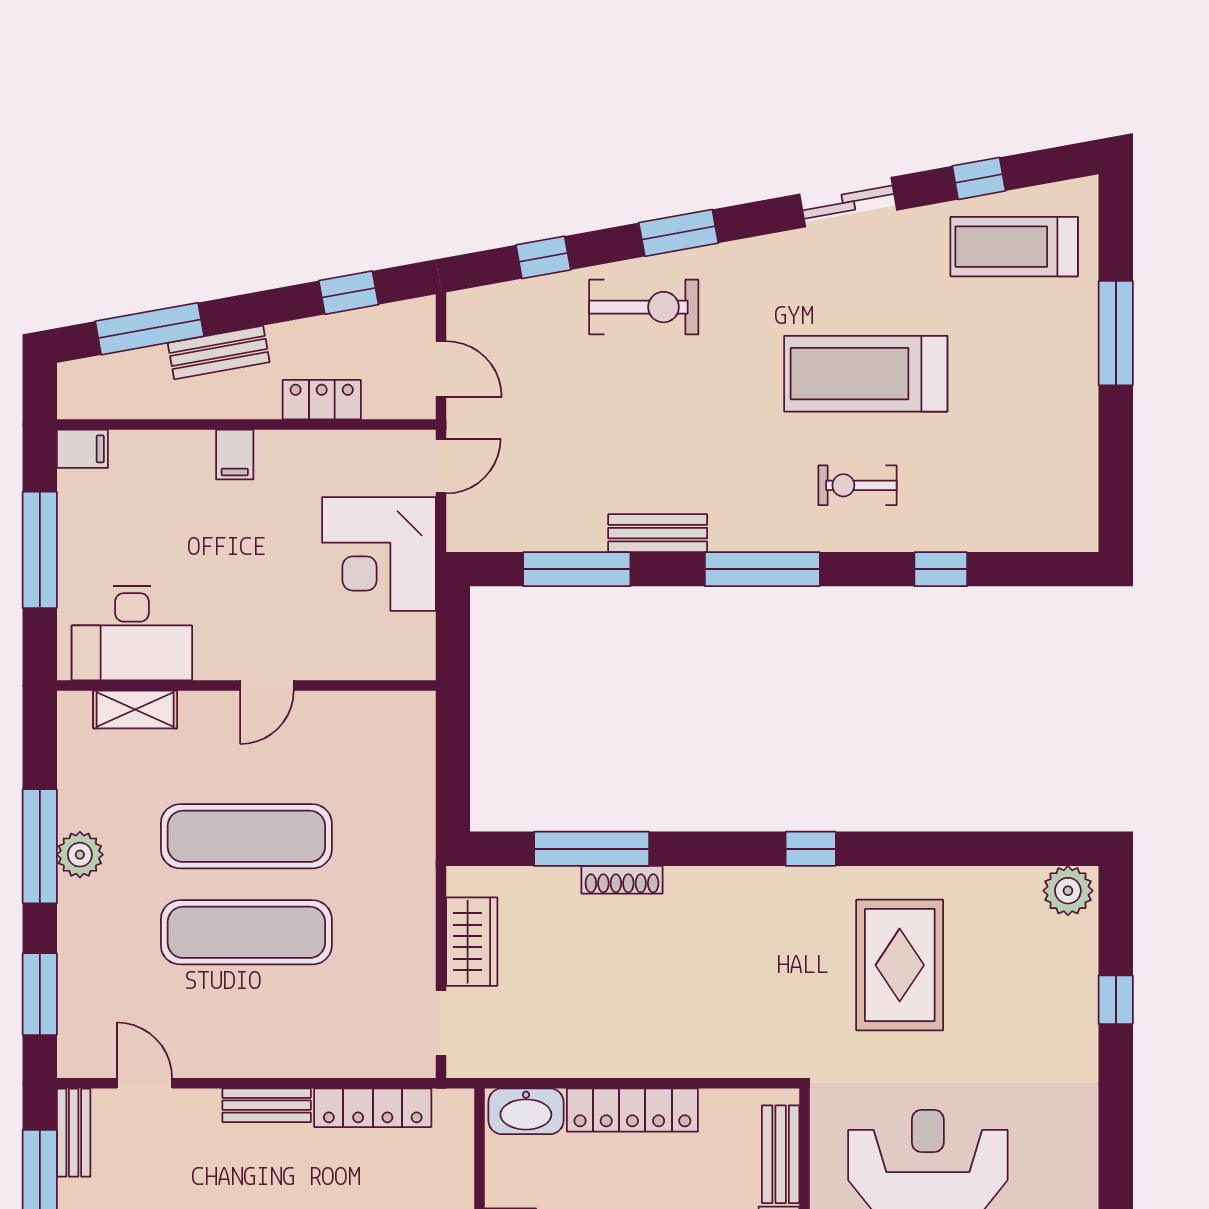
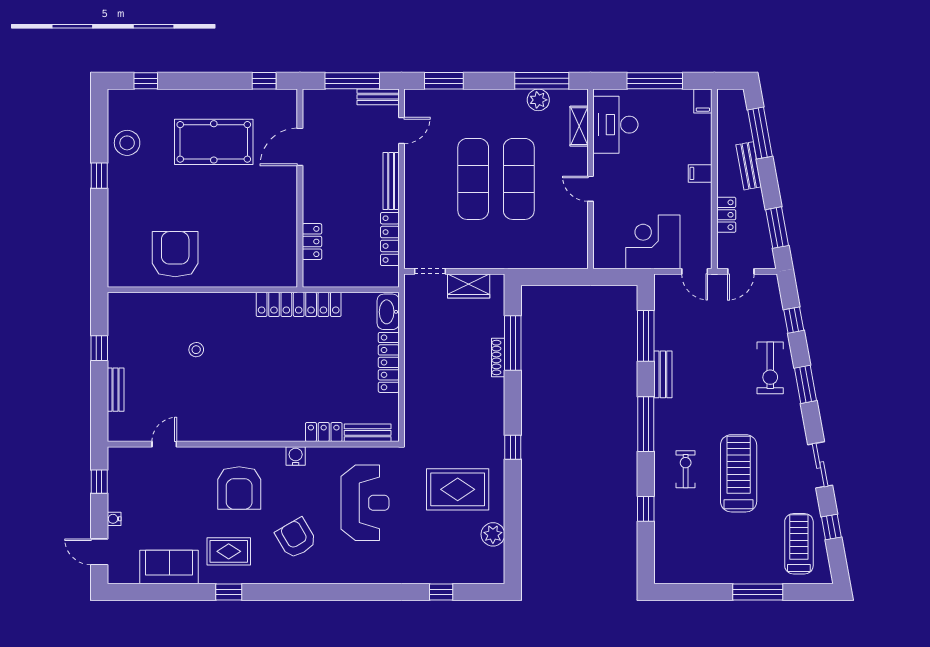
window: (349, 293) -> (777, 228), width x1.50
window: (40, 846) -> (542, 81), moved
plant: (80, 855) -> (538, 100), moved
plant: (1068, 891) -> (493, 534), moved
bench: (267, 1105) -> (391, 181), width x1.36

